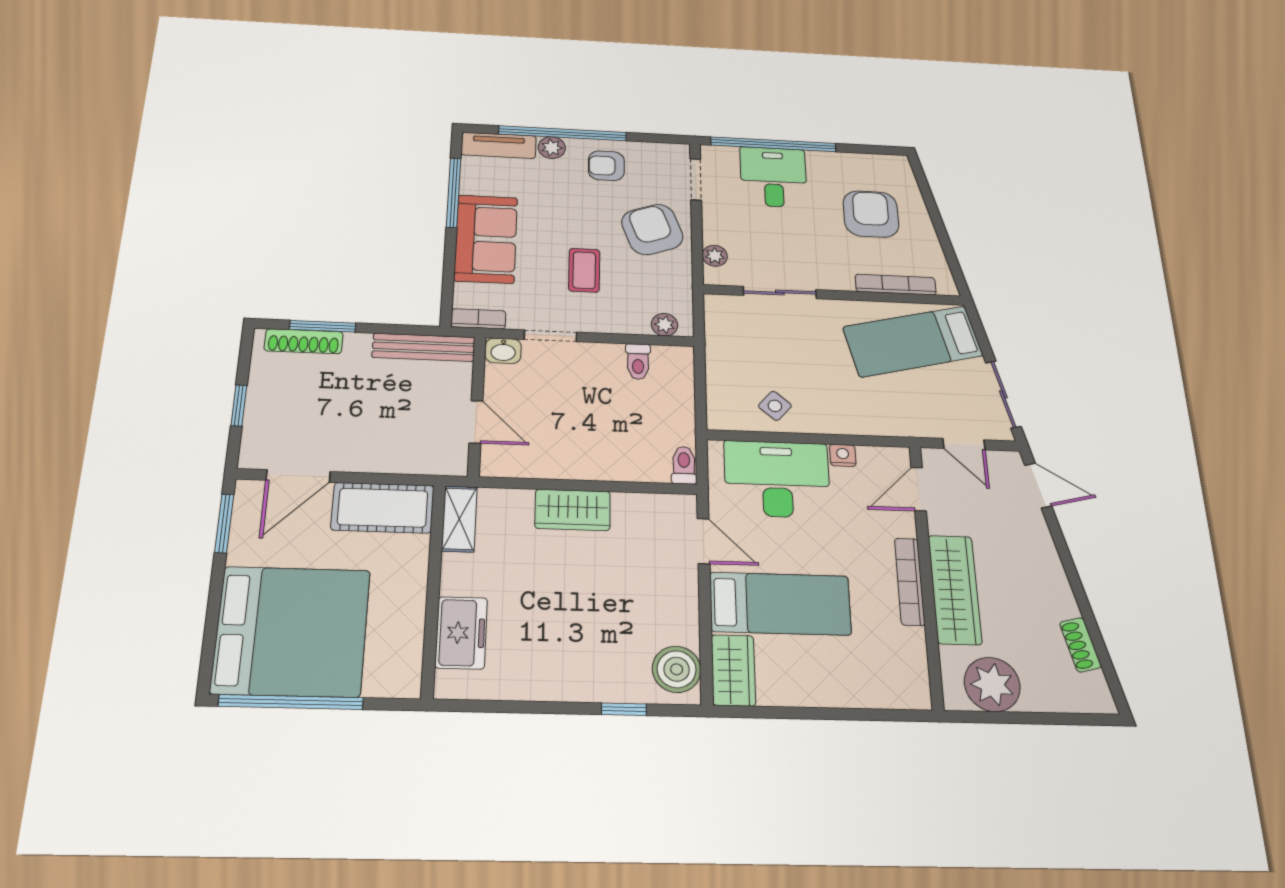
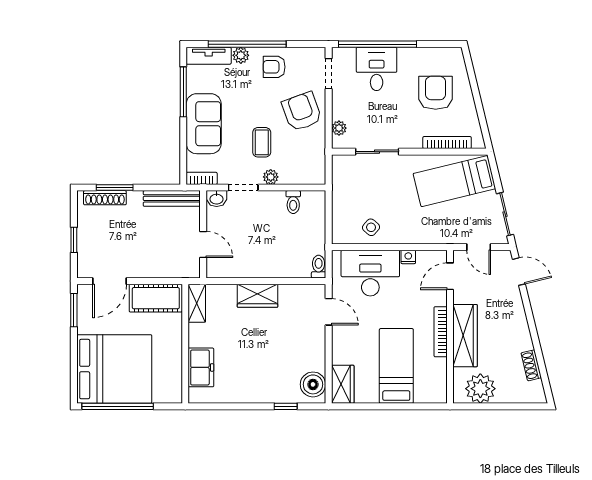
plant: (665, 325) -> (271, 177), moved
bed: (780, 604) -> (396, 366), moved, turned -90

